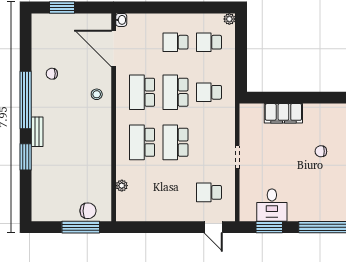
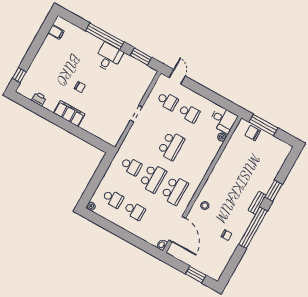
filing cabinet: (283, 113) -> (69, 113), moved
school desk: (142, 142) -> (189, 113), moved, width x0.54
desk: (272, 205) -> (109, 57), moved
desk: (131, 207) -> (223, 120), added

